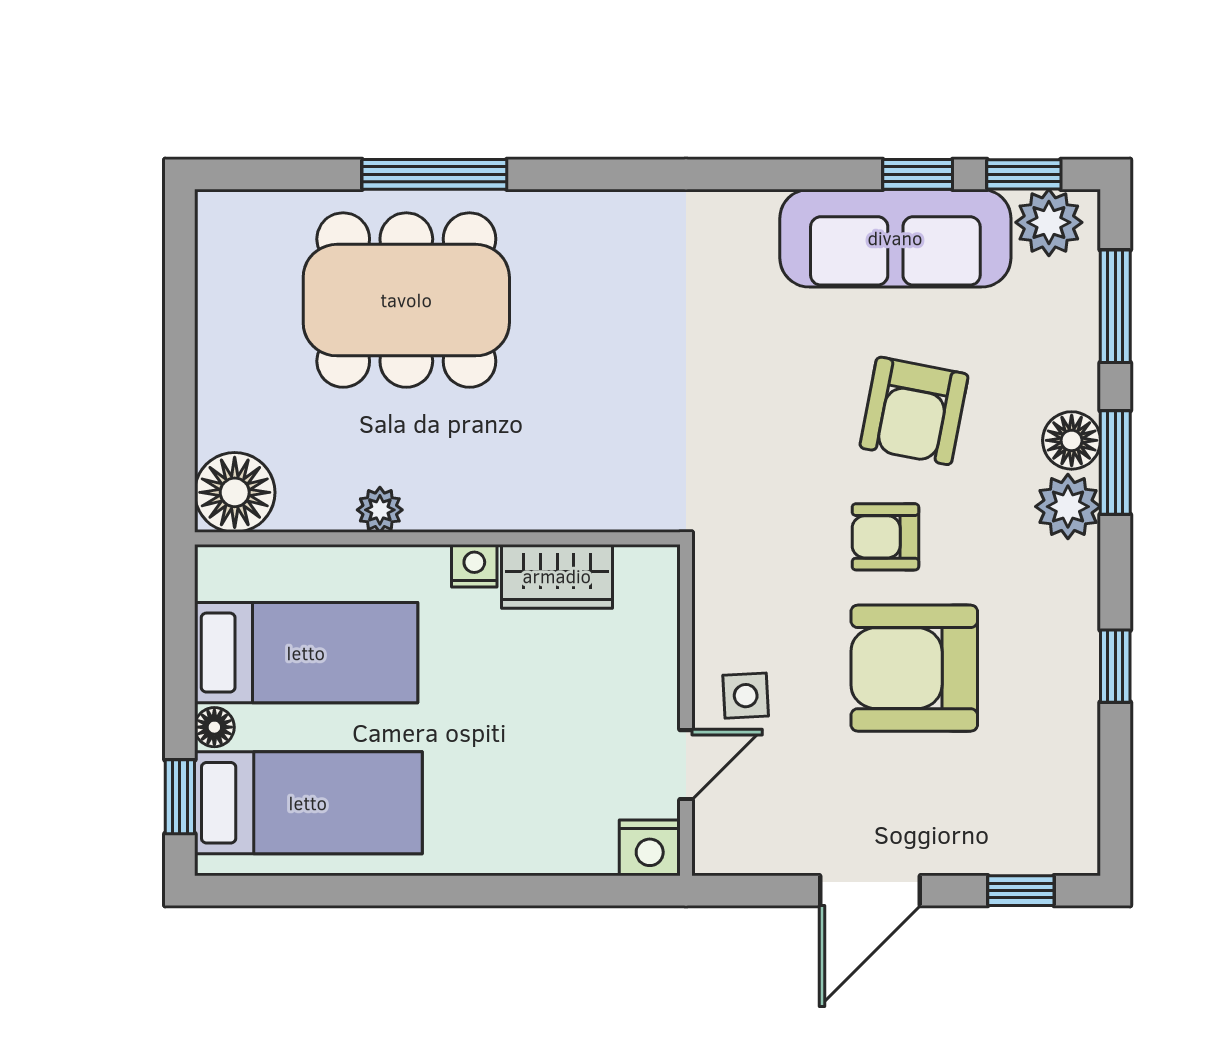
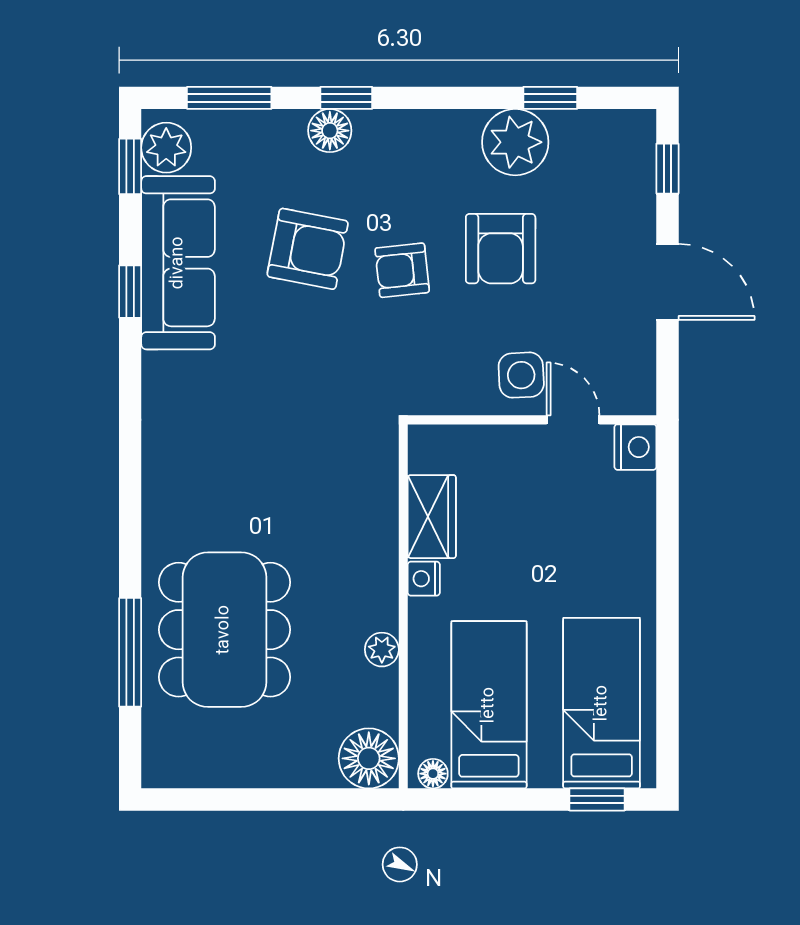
window: (434, 174) -> (130, 652), moved
window: (918, 174) -> (130, 292), moved
window: (1115, 462) -> (346, 98), width x0.67
plant: (1068, 507) -> (515, 142), moved, width x1.36, depth x1.36
armchair: (885, 537) -> (402, 270), turned 84
window: (1115, 666) -> (550, 98), moved
armchair: (914, 668) -> (501, 249), width x0.73, depth x0.73
side table: (746, 696) -> (521, 375), width x1.37, depth x1.37
floor lamp: (214, 727) -> (433, 774), moved

